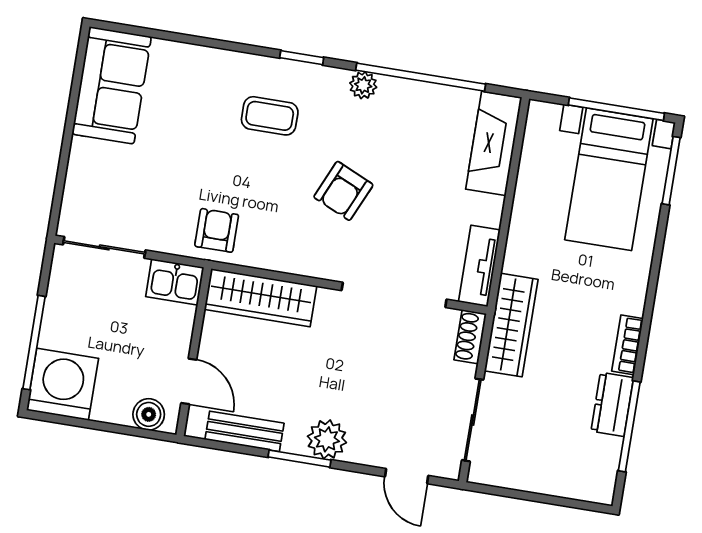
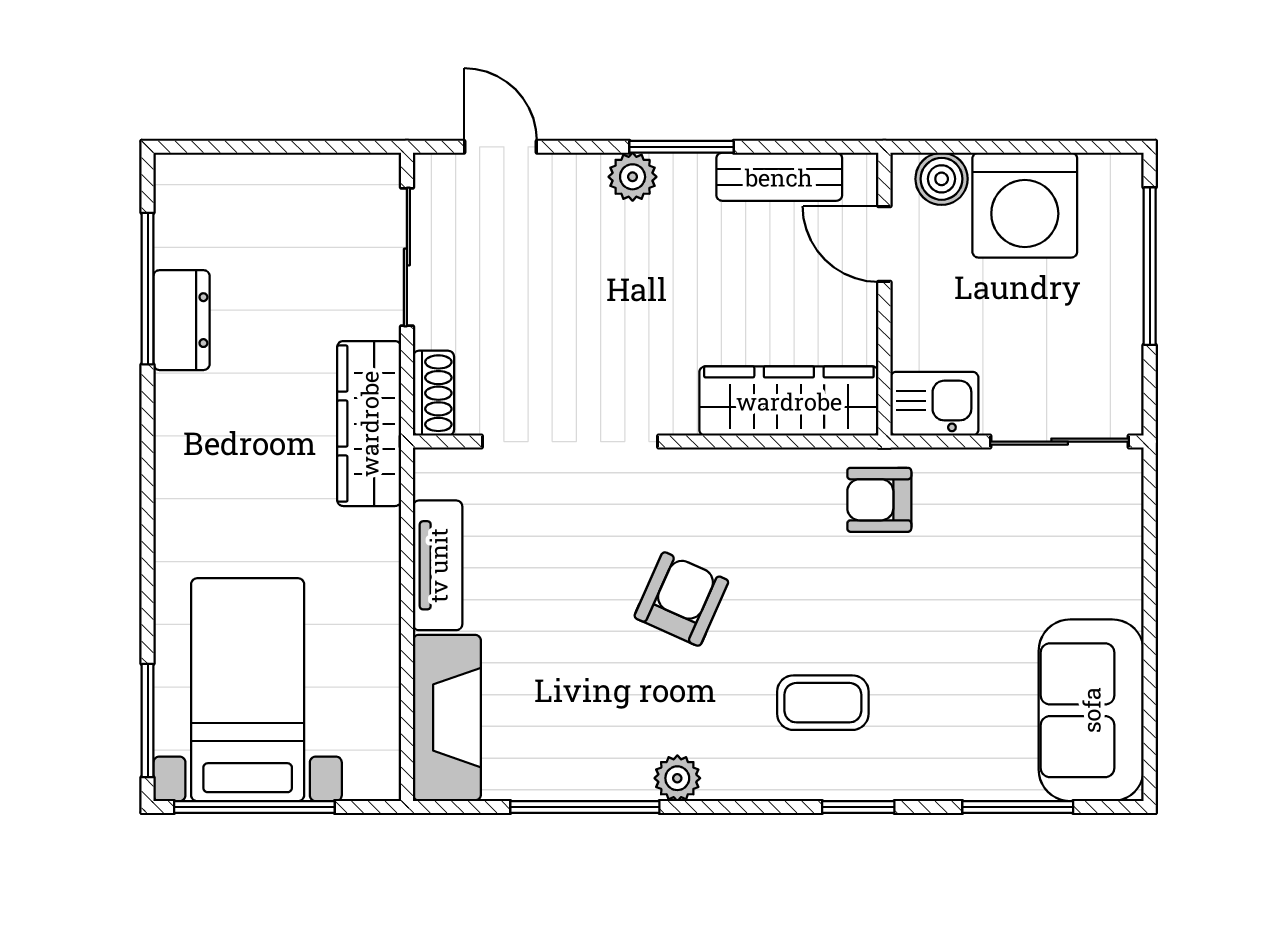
window: (164, 35) -> (1018, 807), added
window: (302, 58) -> (858, 807), moved
window: (421, 77) -> (585, 807), width x0.68
armchair: (217, 230) -> (879, 500), turned 90
tv unit: (479, 266) -> (438, 565), moved
bookcase: (628, 345) -> (172, 422), removed
washing machine: (63, 384) -> (1025, 205), moved
plant: (327, 439) -> (633, 177), width x0.73, depth x0.73

